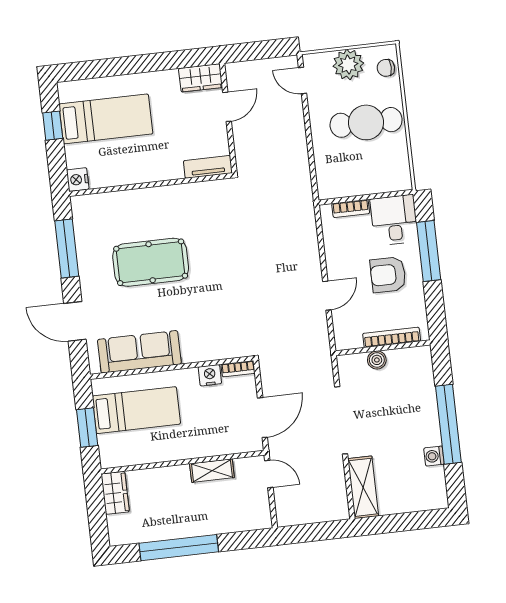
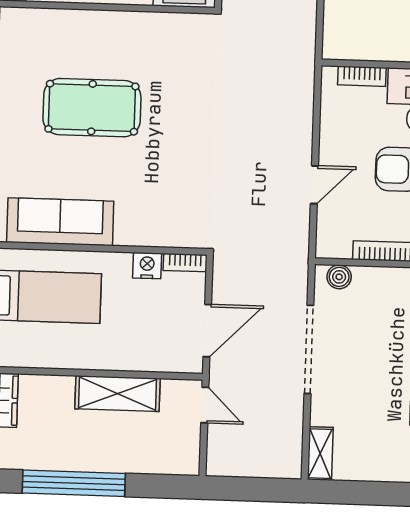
boiler: (377, 360) -> (339, 277), moved
shelving: (212, 471) -> (118, 394), width x1.50, depth x1.33
shelving: (363, 487) -> (320, 454), width x0.67, depth x0.75

